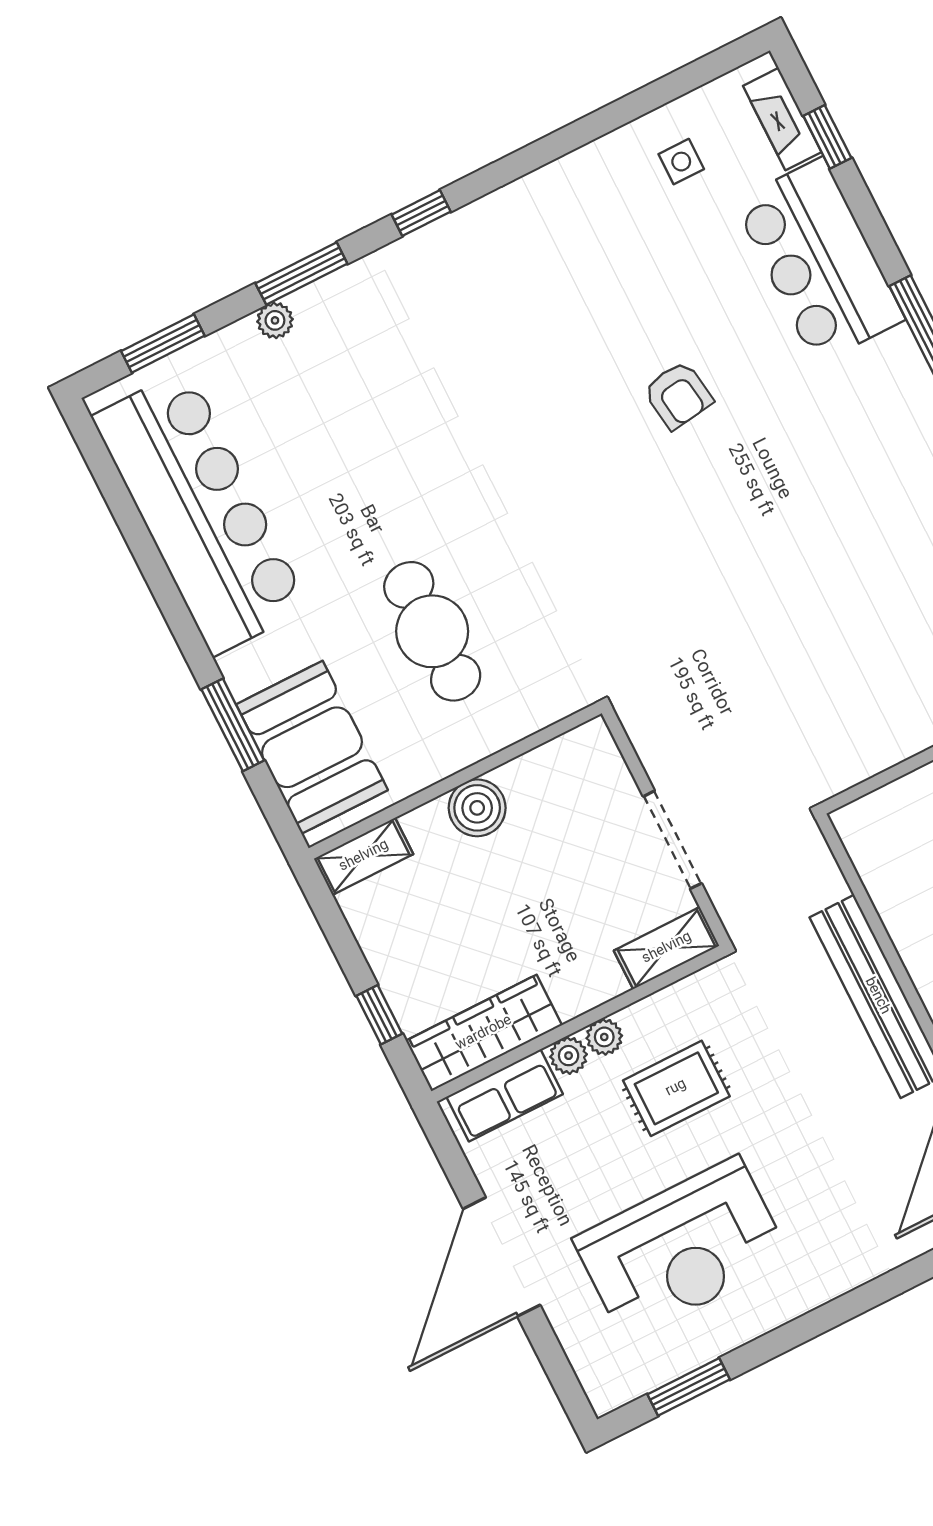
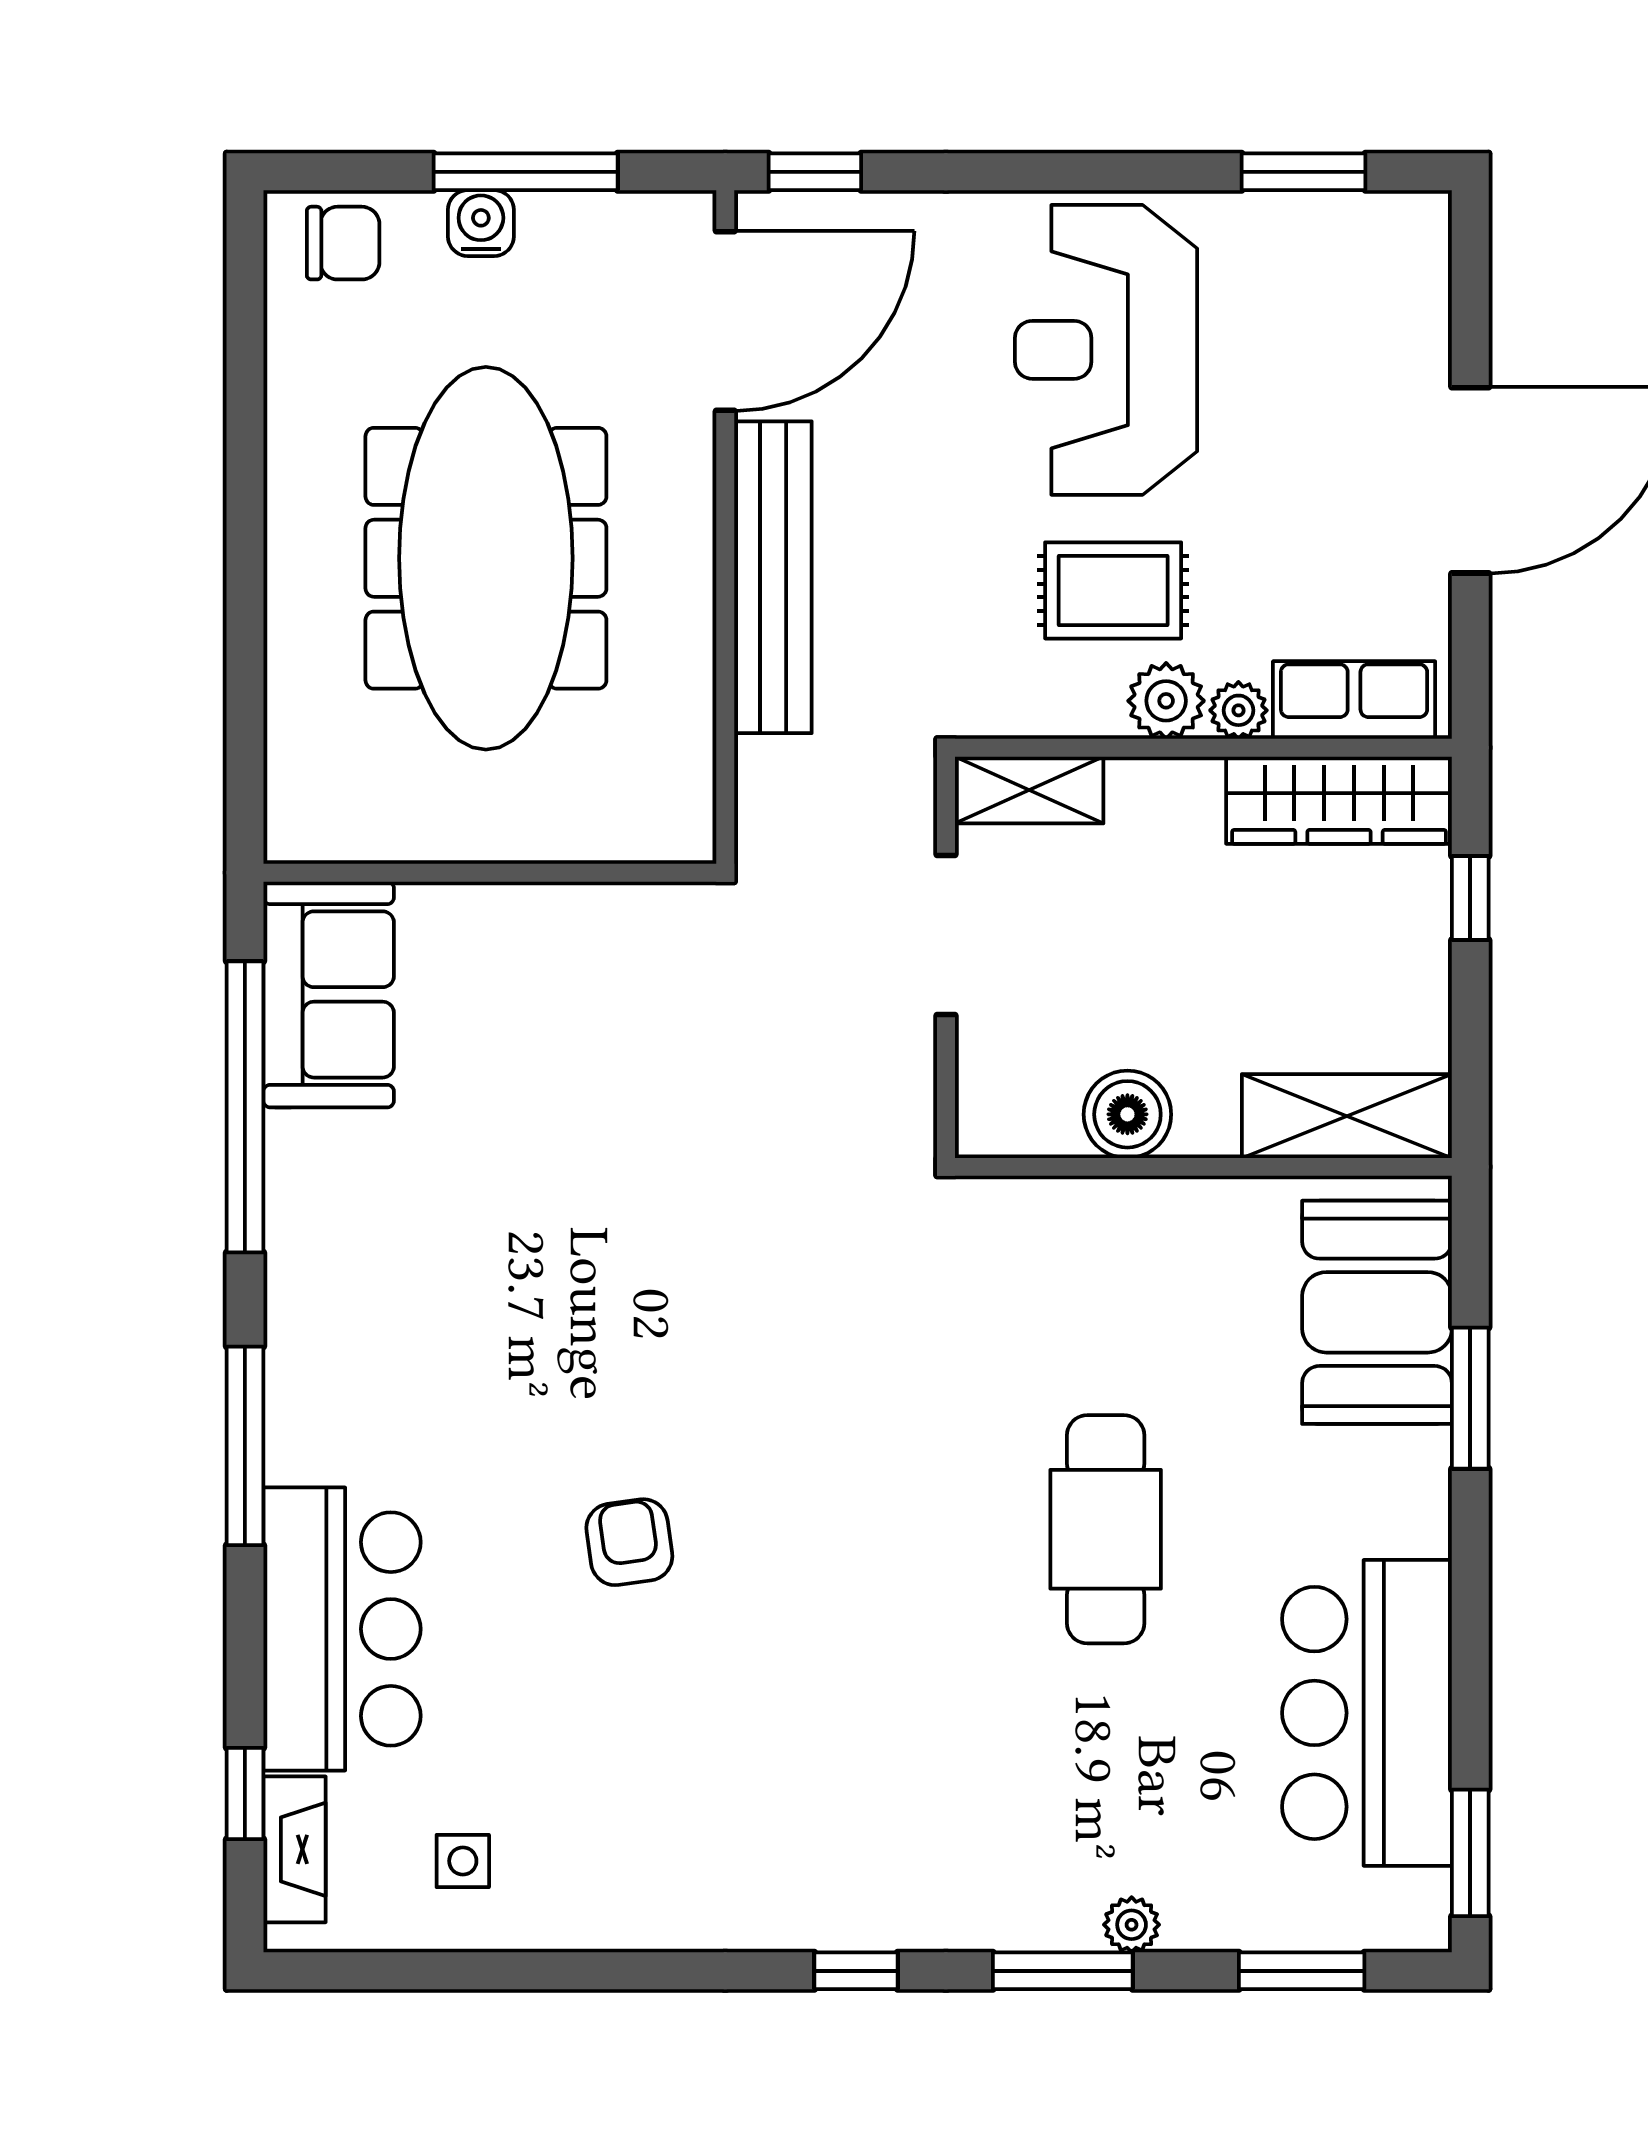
window: (100, 461) -> (1470, 1853), added
bar counter: (201, 512) -> (1367, 1713), width x0.73
cafe table: (432, 631) -> (1106, 1529), moved
boiler: (477, 808) -> (1127, 1114), moved
shelving: (364, 856) -> (1347, 1116), width x1.50, depth x1.33
plant: (604, 1037) -> (1166, 701), width x1.38, depth x1.38
reception desk: (682, 1249) -> (1106, 350), moved, turned -90

